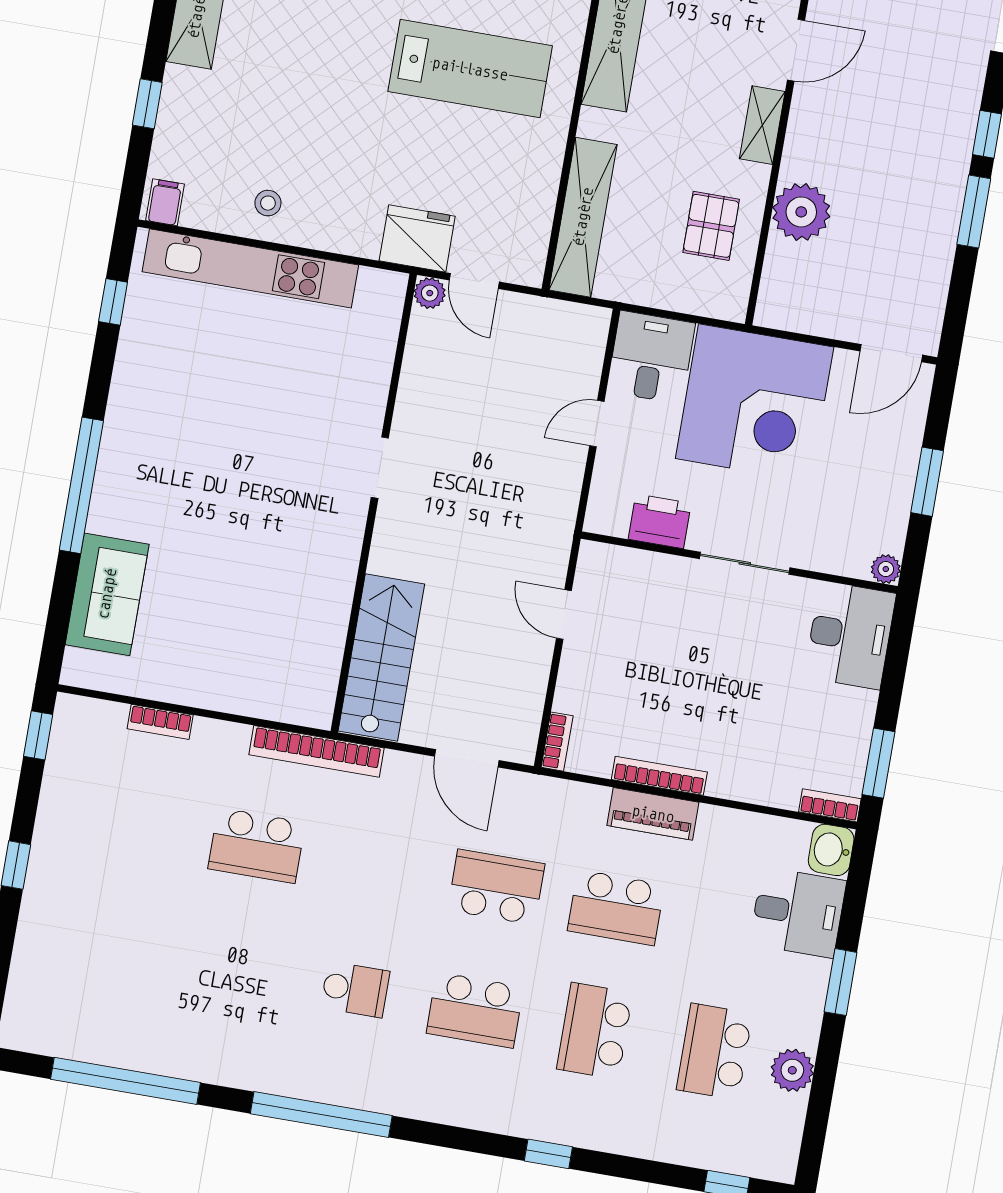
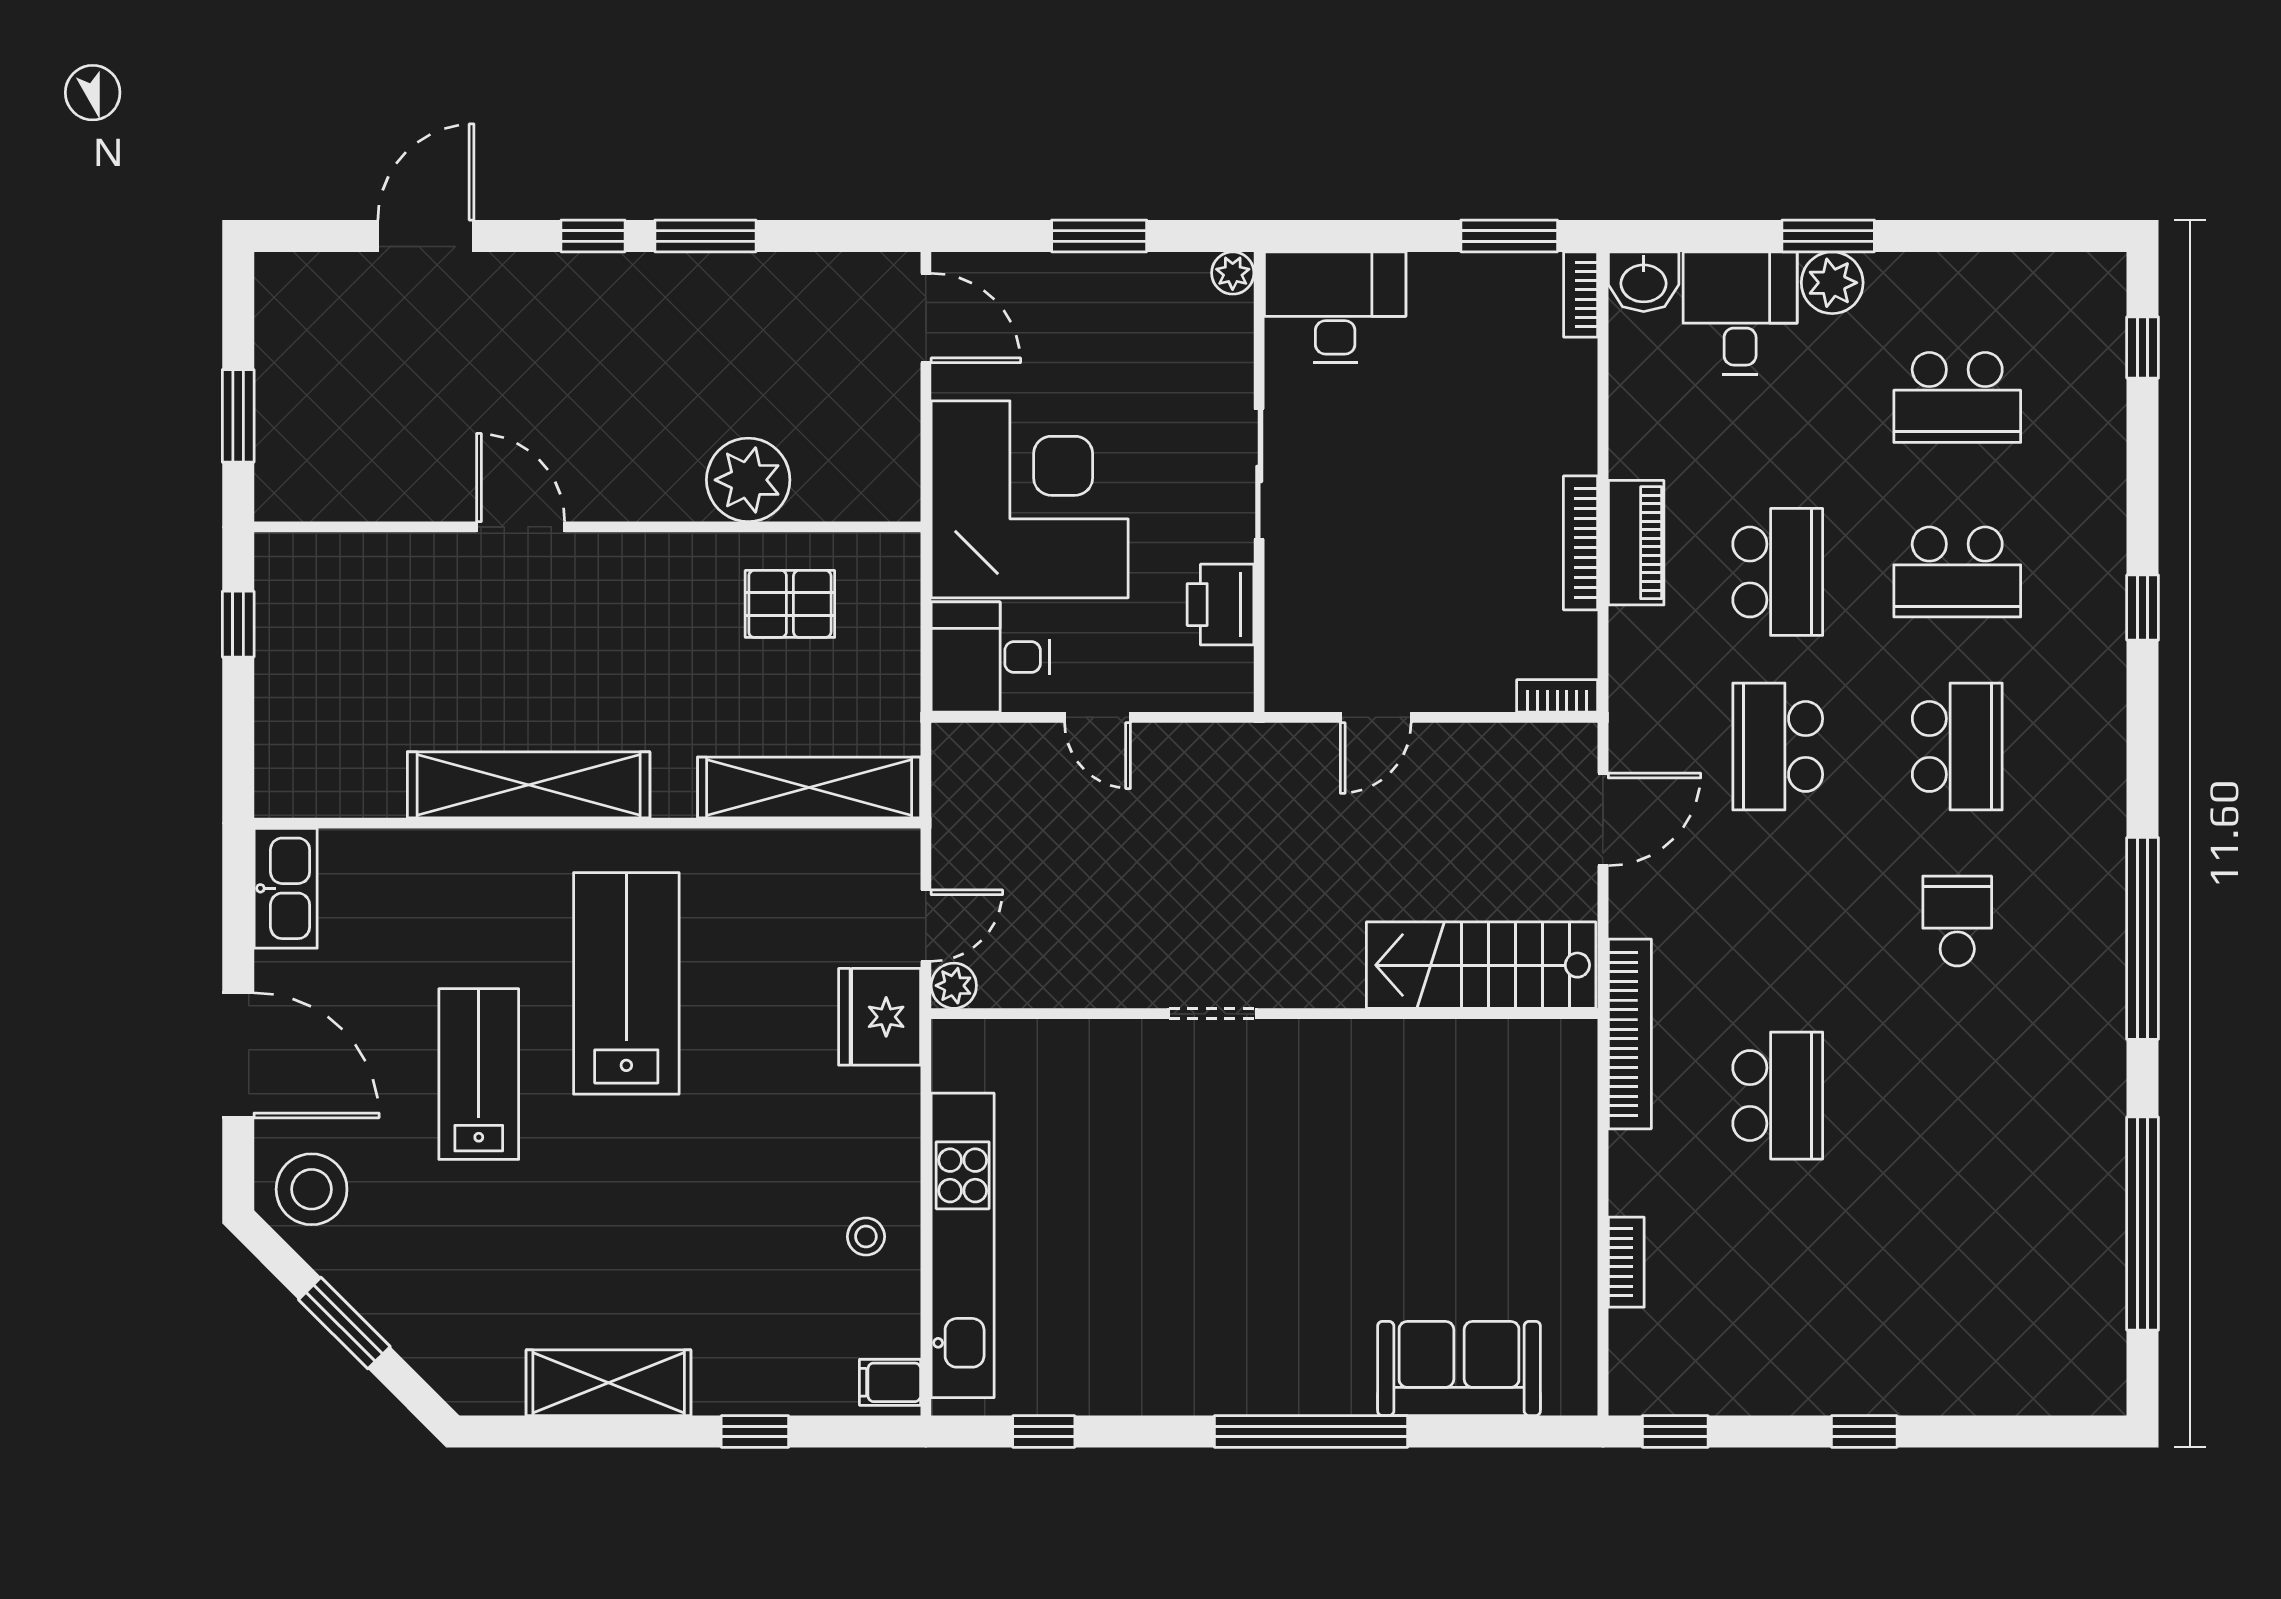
shelving: (762, 125) -> (635, 556), removed
plant: (792, 1070) -> (1832, 283), moved

